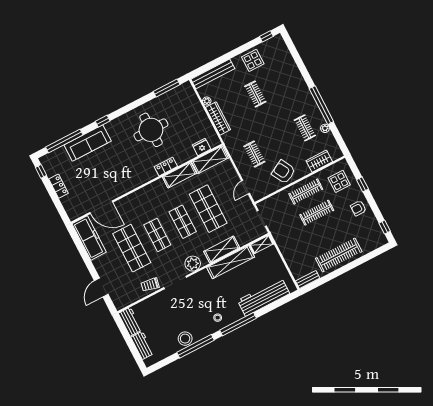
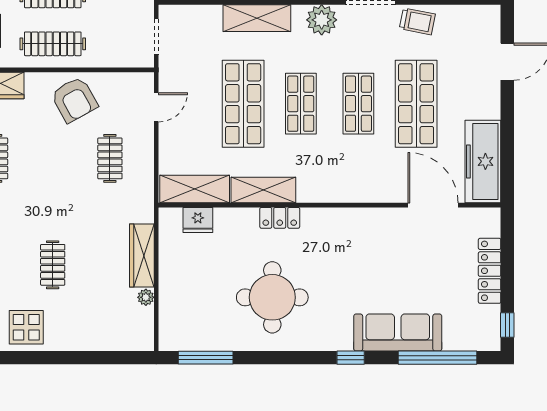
bench: (213, 74) -> (110, 340), removed
locker: (59, 186) -> (490, 271), width x1.53

